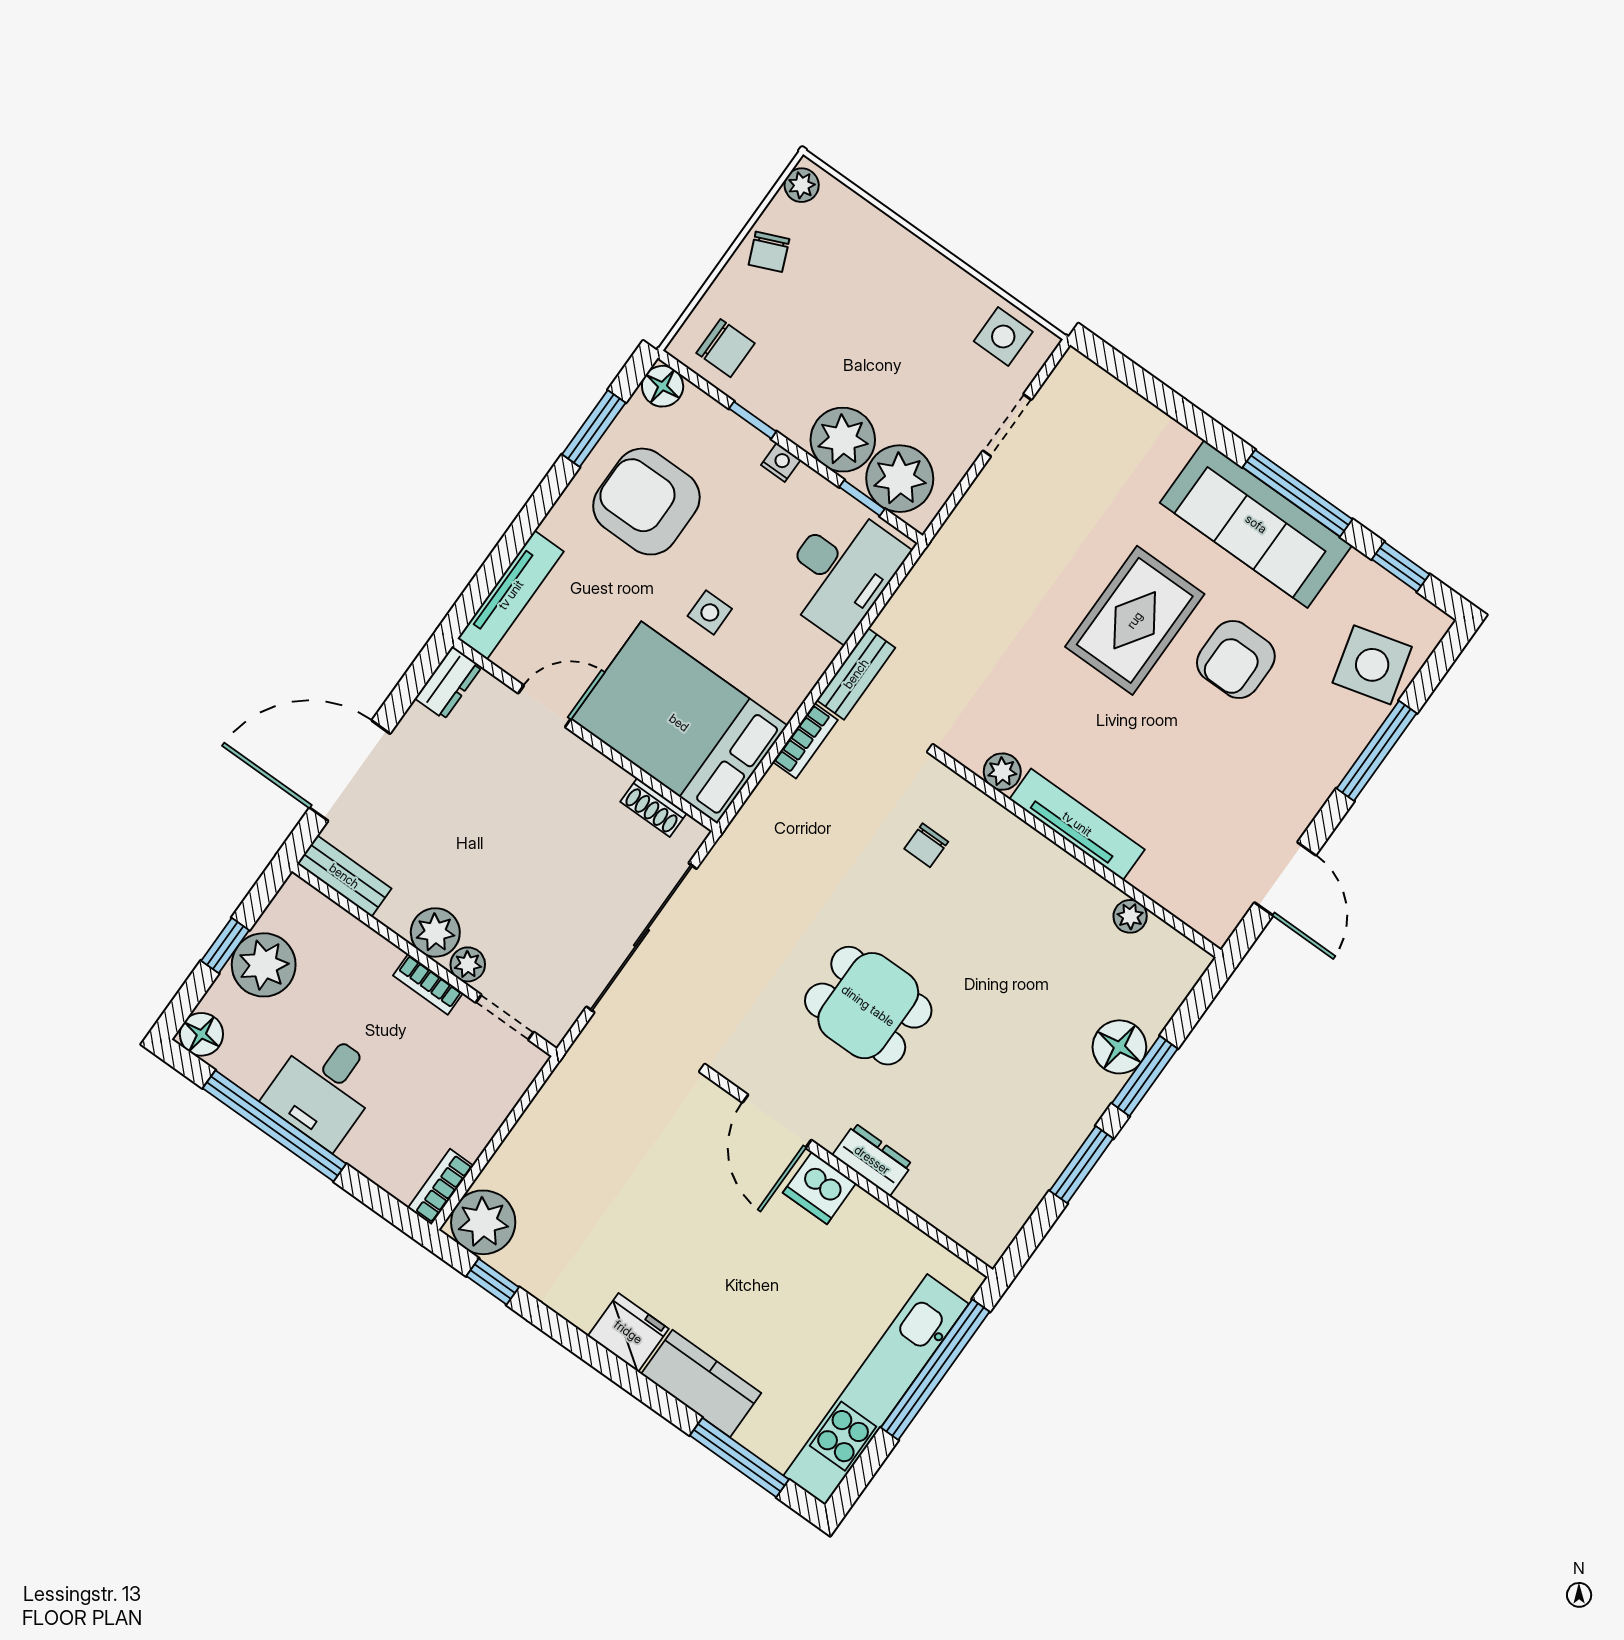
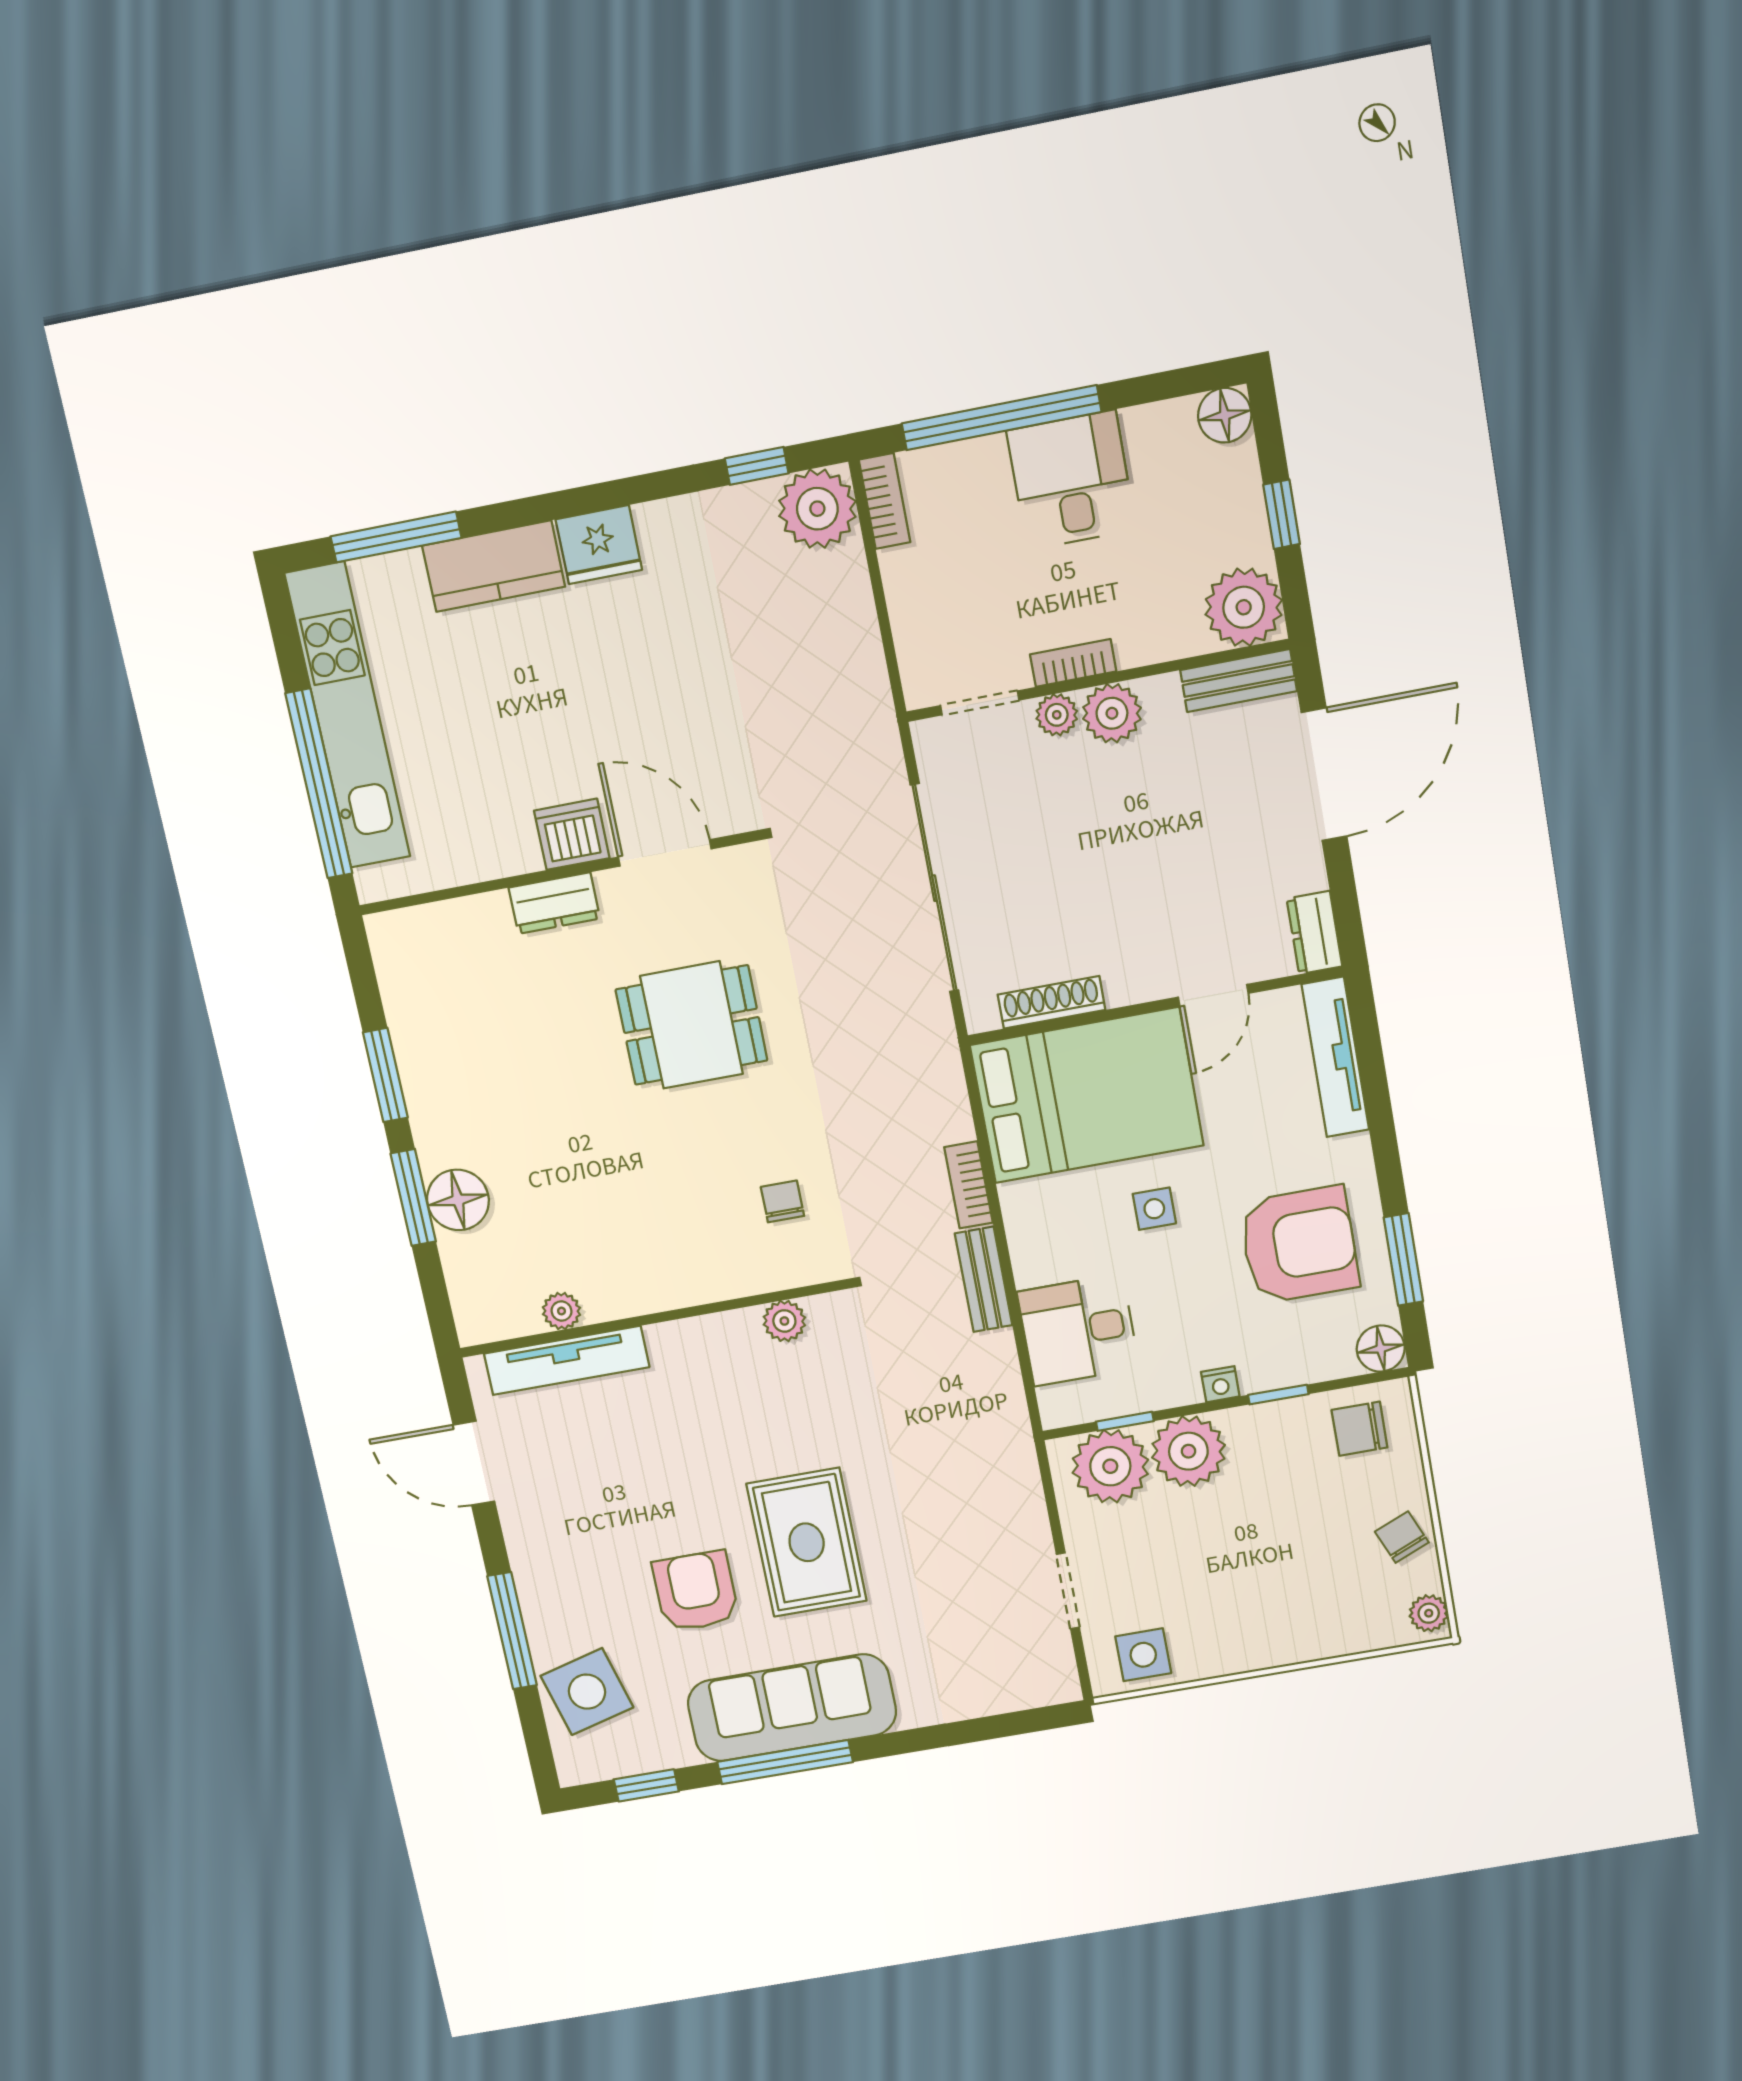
desk: (841, 571) -> (1078, 1330), width x0.73
shoe rack: (654, 807) -> (1052, 1002), width x1.43
tv unit: (1077, 824) -> (567, 1360), moved
plant: (264, 965) -> (1244, 607), moved
window: (274, 1126) -> (1001, 418), moved

